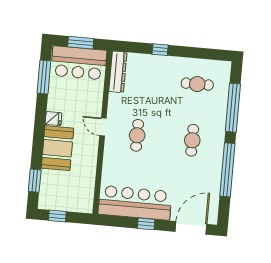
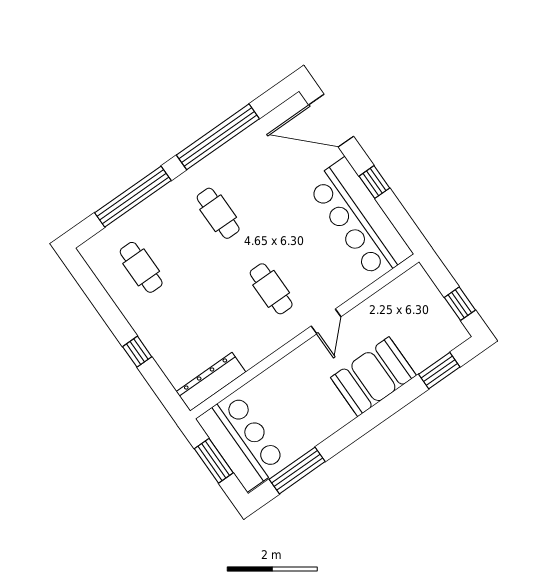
fridge: (53, 119) -> (340, 413), removed
door: (103, 127) -> (326, 321), moved
cafe table: (137, 135) -> (271, 289), turned 90
cafe table: (192, 140) -> (218, 213), turned 90

